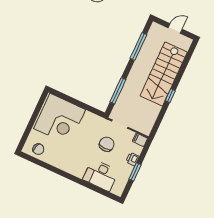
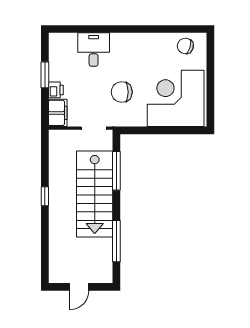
stairs: (164, 74) -> (95, 194), moved, turned 180
filing cabinet: (140, 140) -> (58, 113), width x2.00
chair: (107, 144) -> (122, 92), moved, turned 90
desk: (101, 175) -> (94, 50), width x0.73

